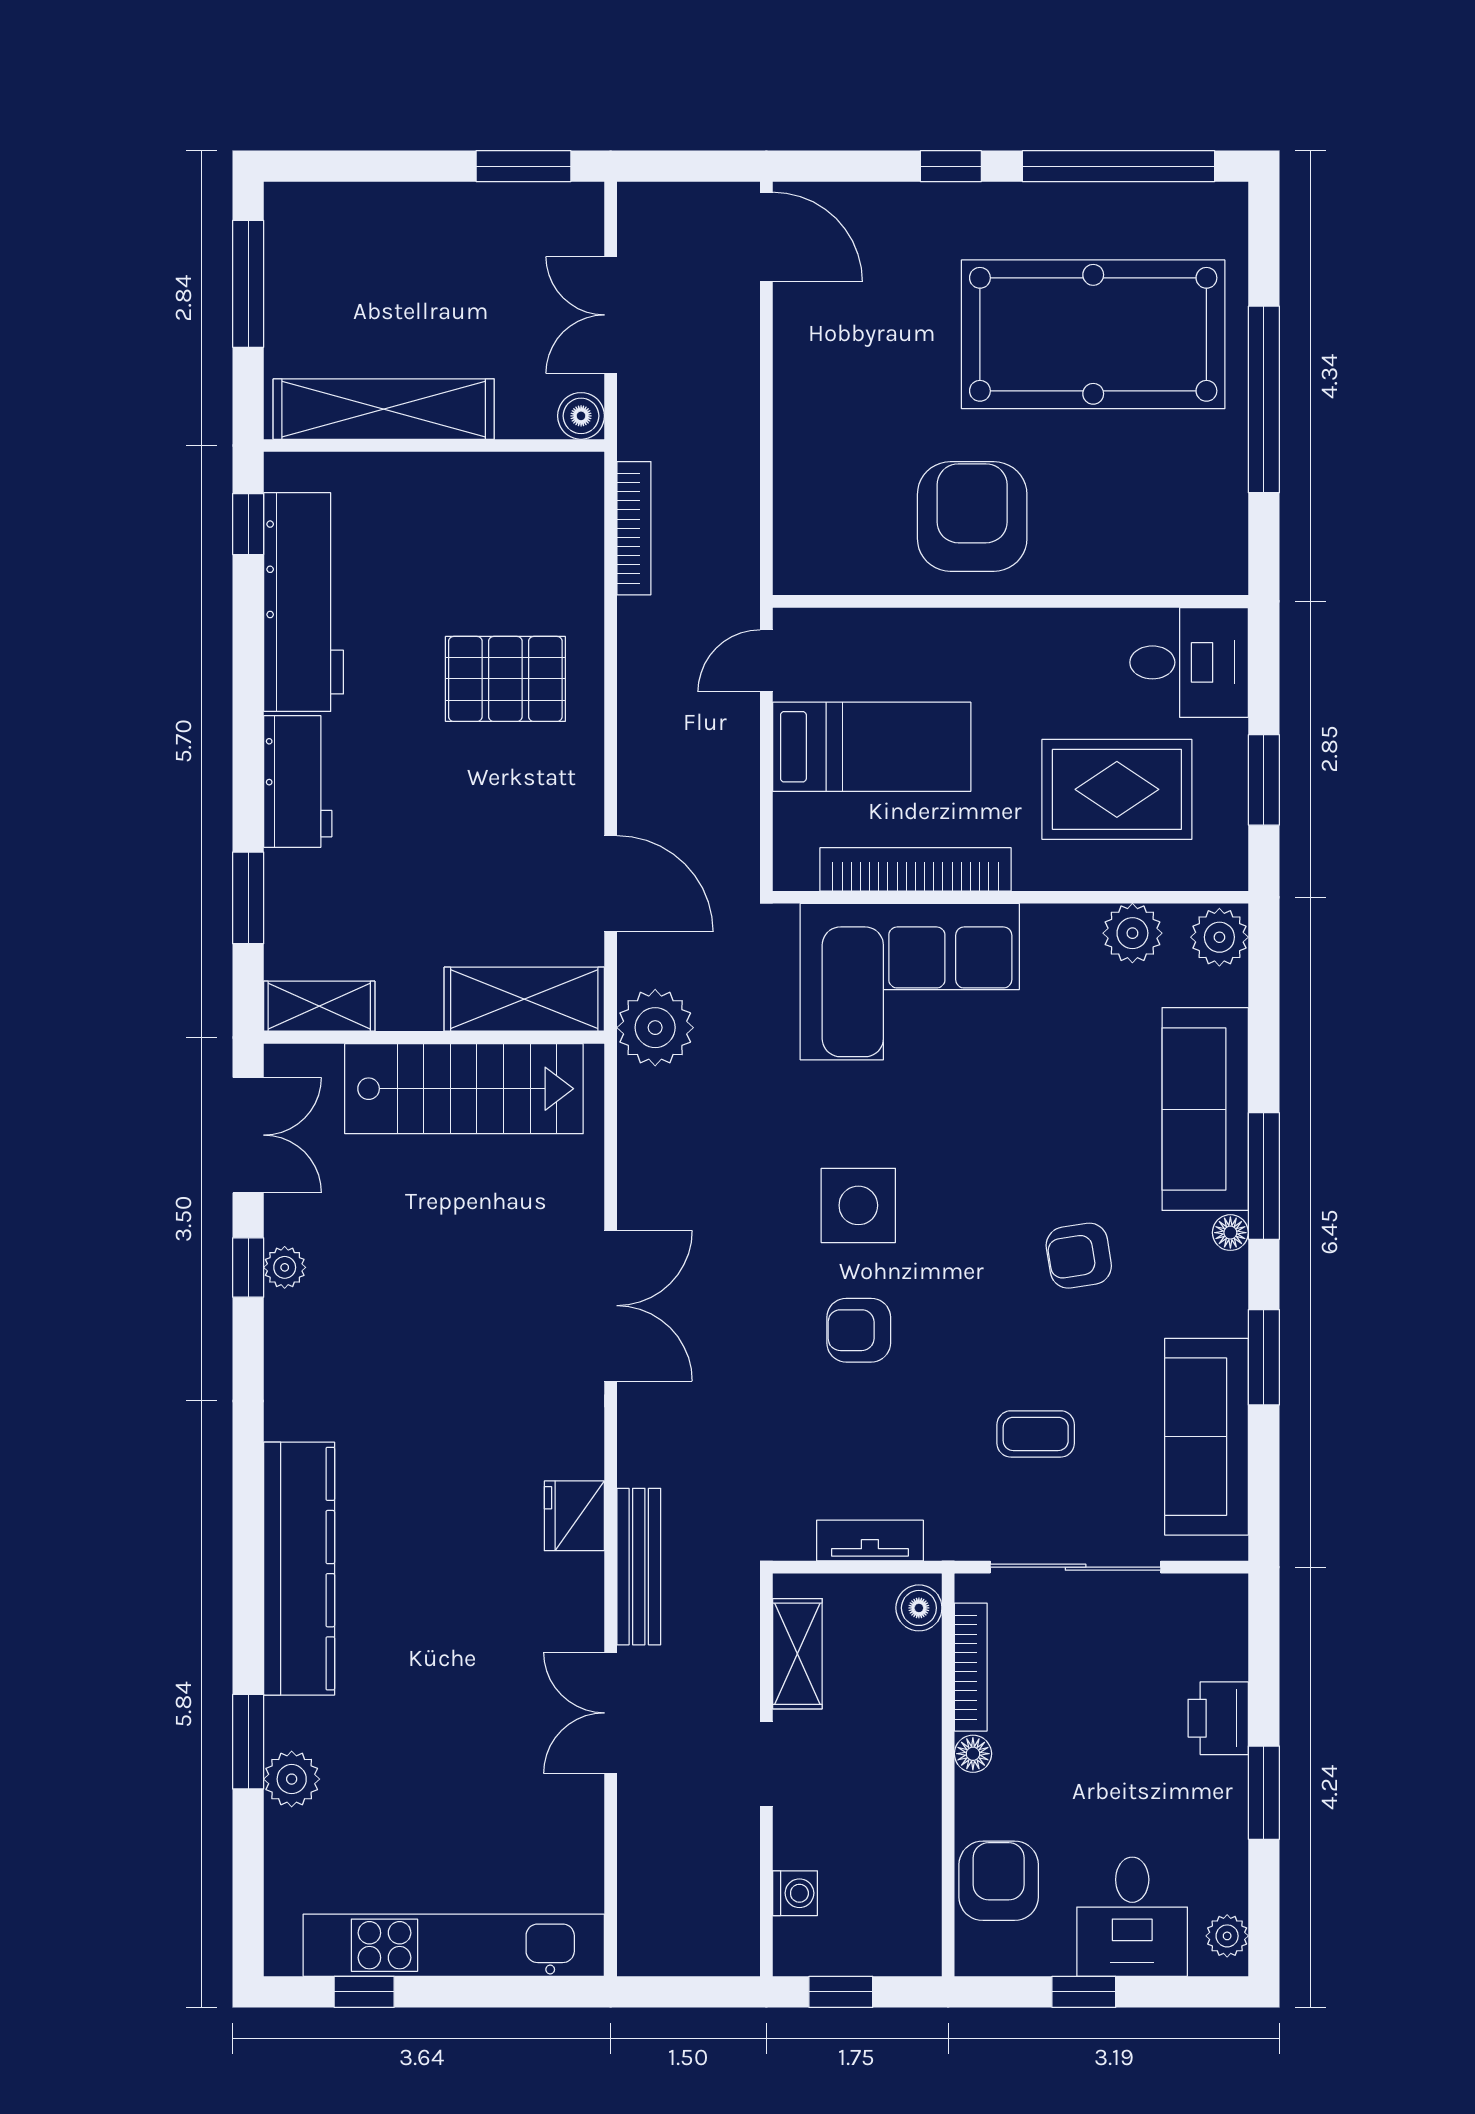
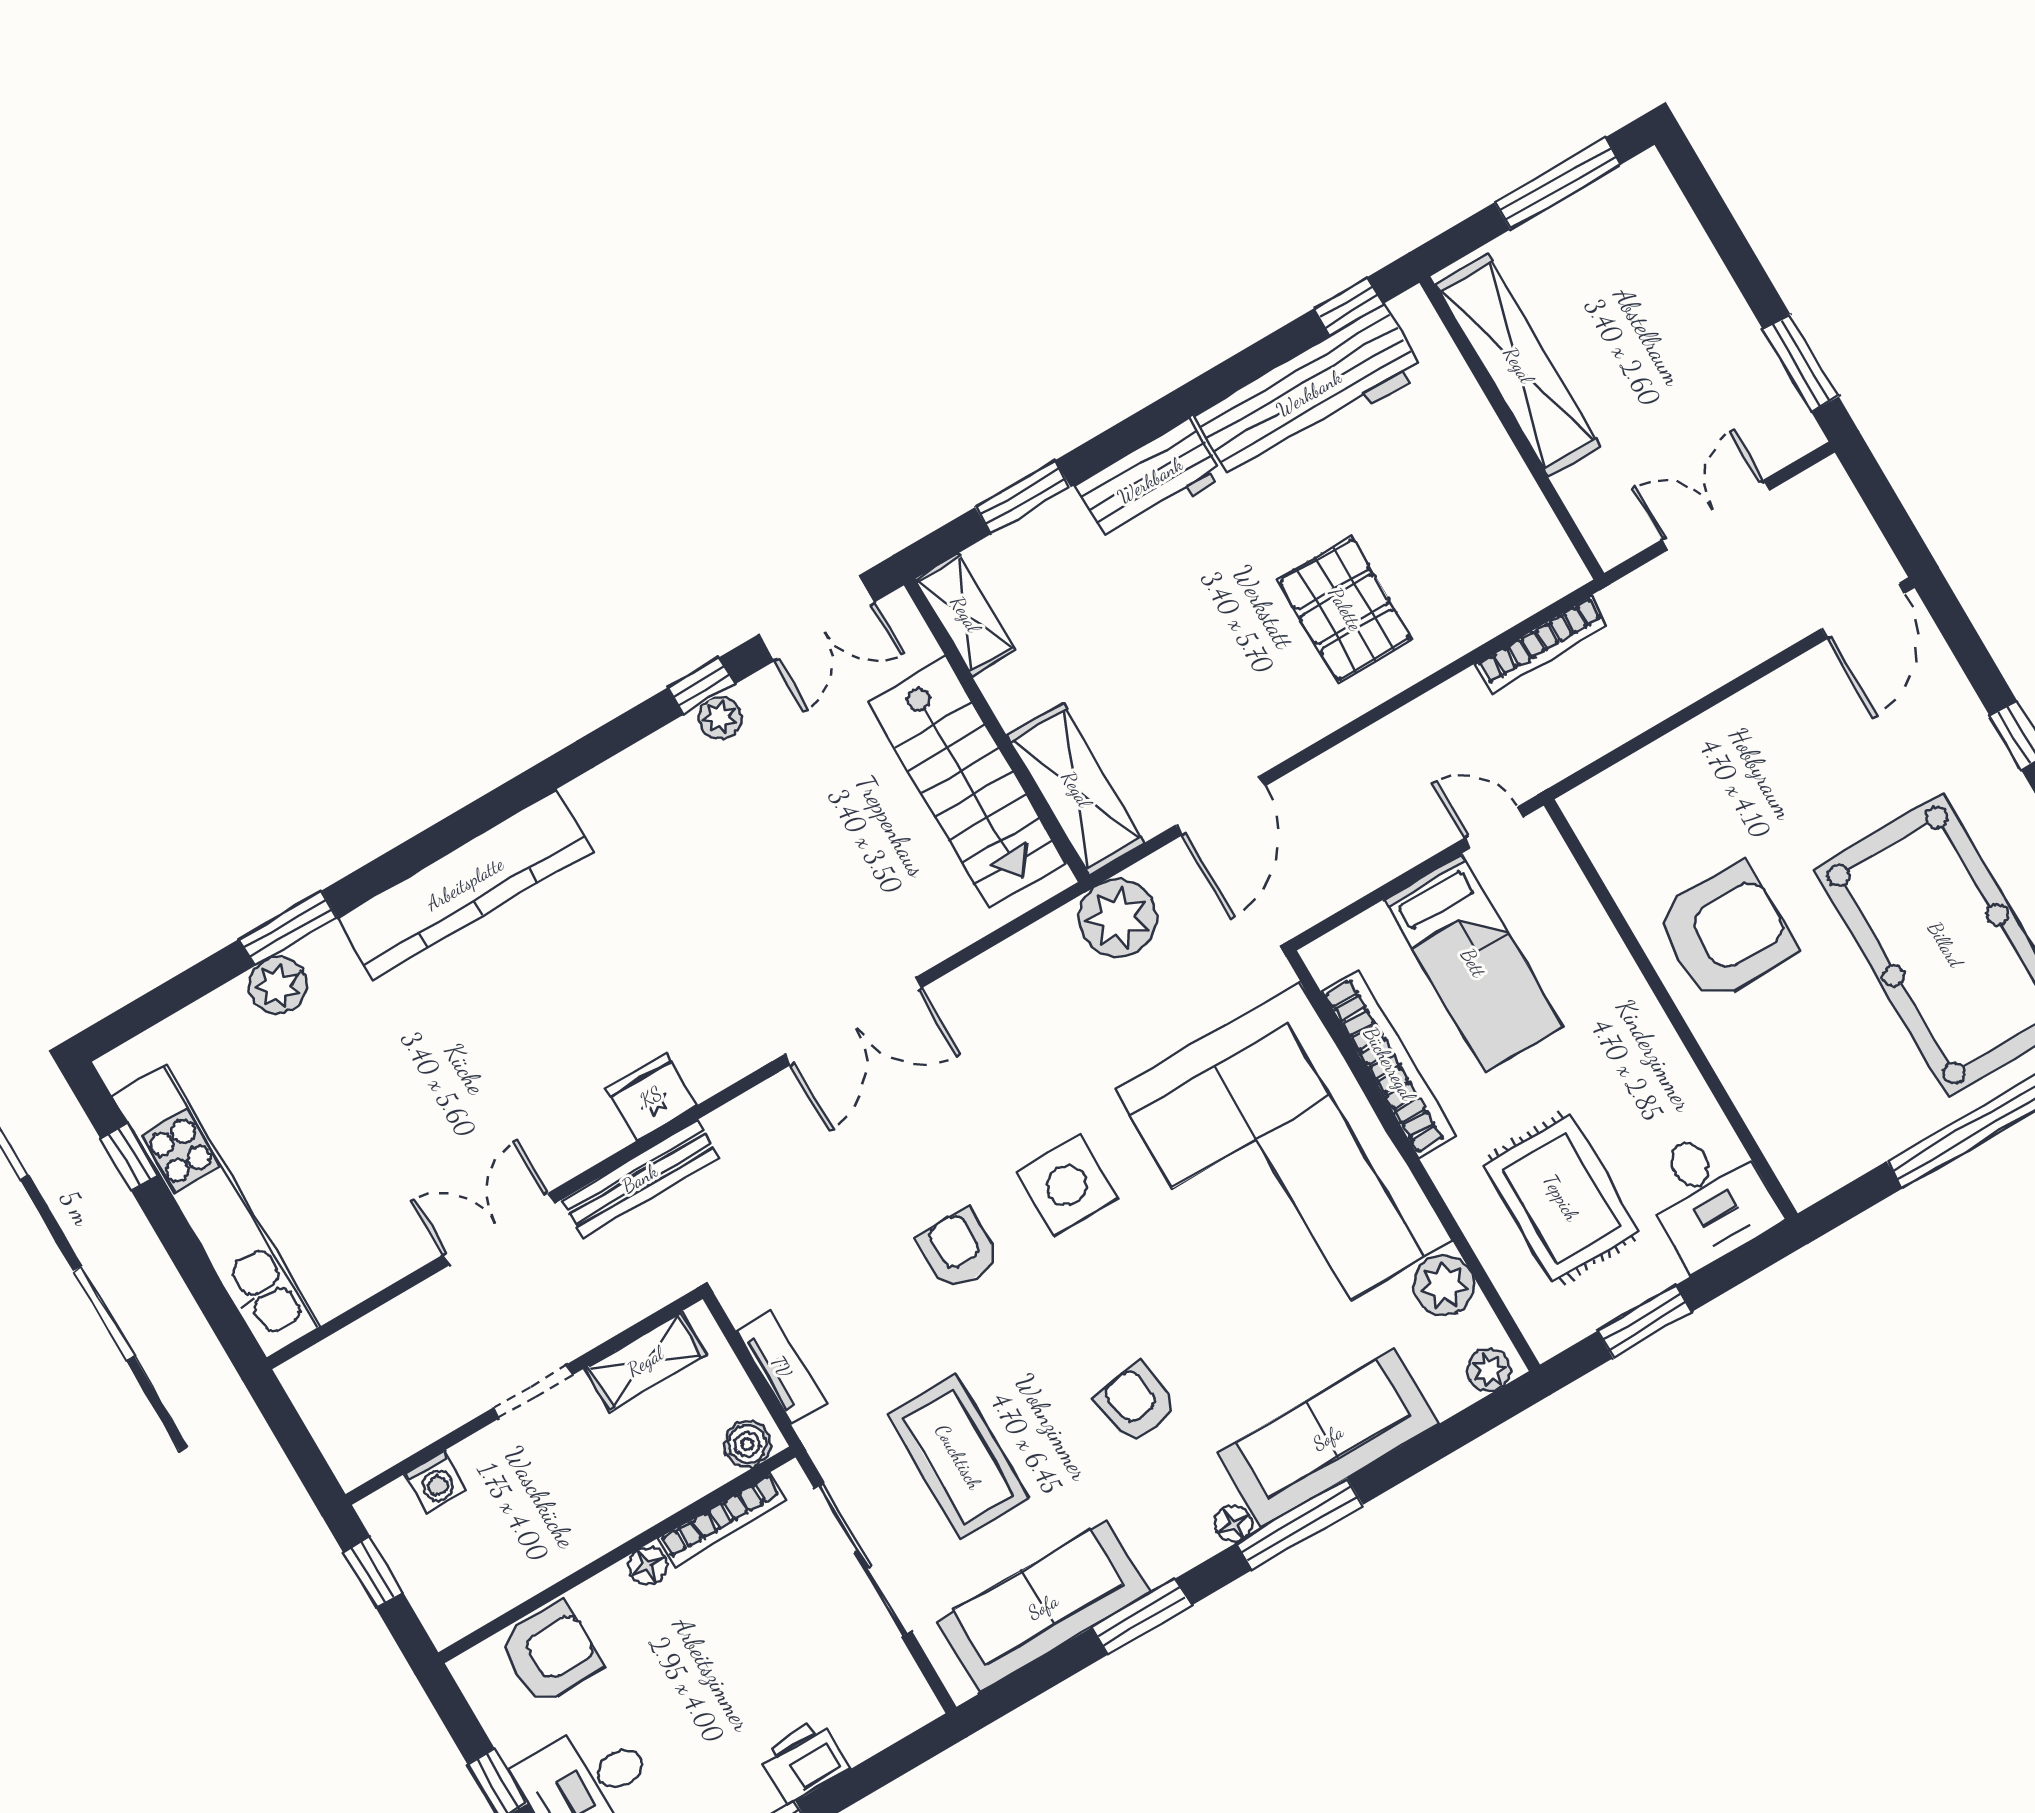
boiler: (581, 416) -> (1613, 541), removed
plant: (1219, 937) -> (1489, 1370), width x0.73, depth x0.73
corner sofa: (910, 982) -> (1284, 1165), width x1.36, depth x1.36
coffee table: (1036, 1434) -> (958, 1457), width x1.86, depth x1.72

